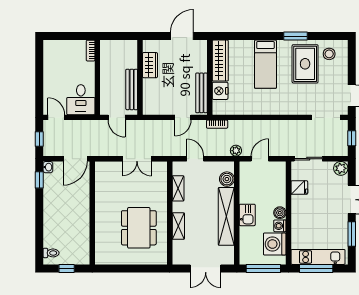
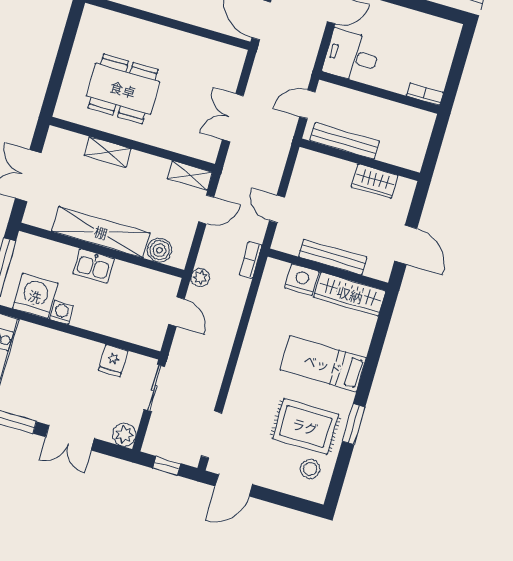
bench: (202, 93) -> (333, 257), moved
shelving: (178, 188) -> (190, 175), moved
boiler: (280, 213) -> (82, 318), removed

